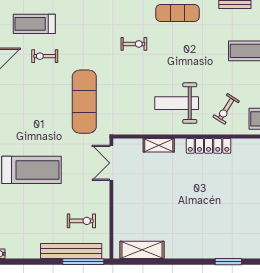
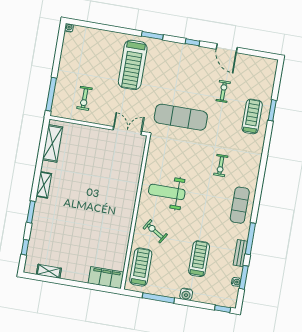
treadmill: (34, 24) -> (252, 116), moved
weight bench: (177, 103) -> (167, 192), turned -90
shelving: (159, 145) -> (44, 185), moved
locker: (209, 146) -> (128, 212), removed
bench: (71, 251) -> (61, 86), removed

